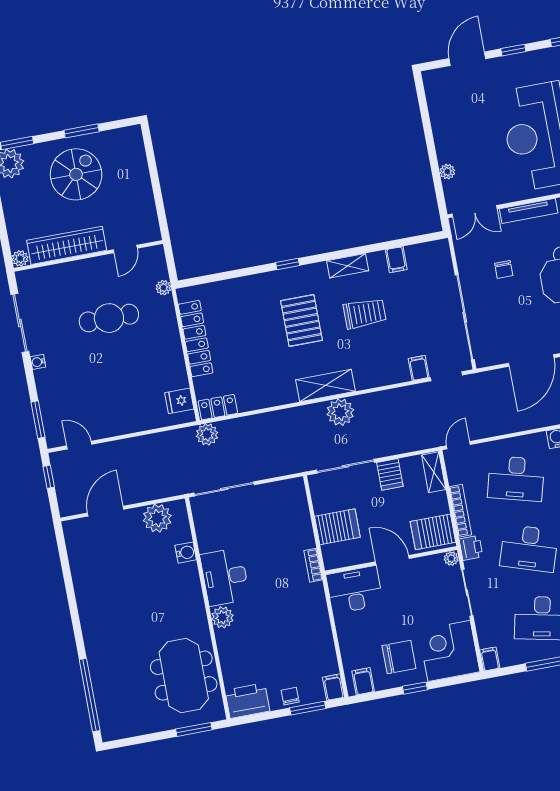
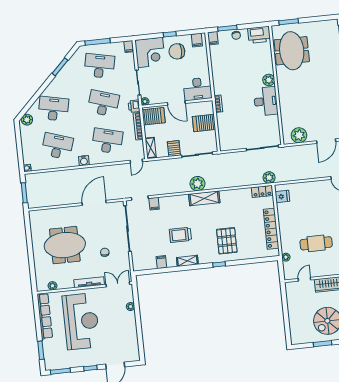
pallet: (301, 321) -> (227, 241), moved
water cooler: (186, 553) -> (285, 116), removed

